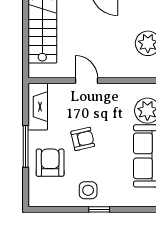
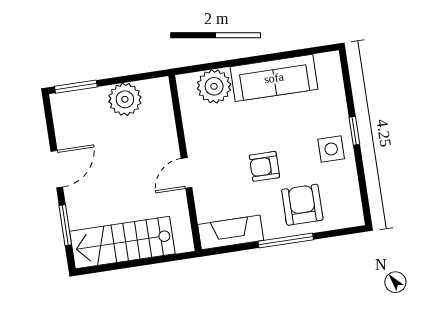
armchair: (83, 139) -> (264, 166), turned -77
armchair: (50, 163) -> (302, 205), turned 90

